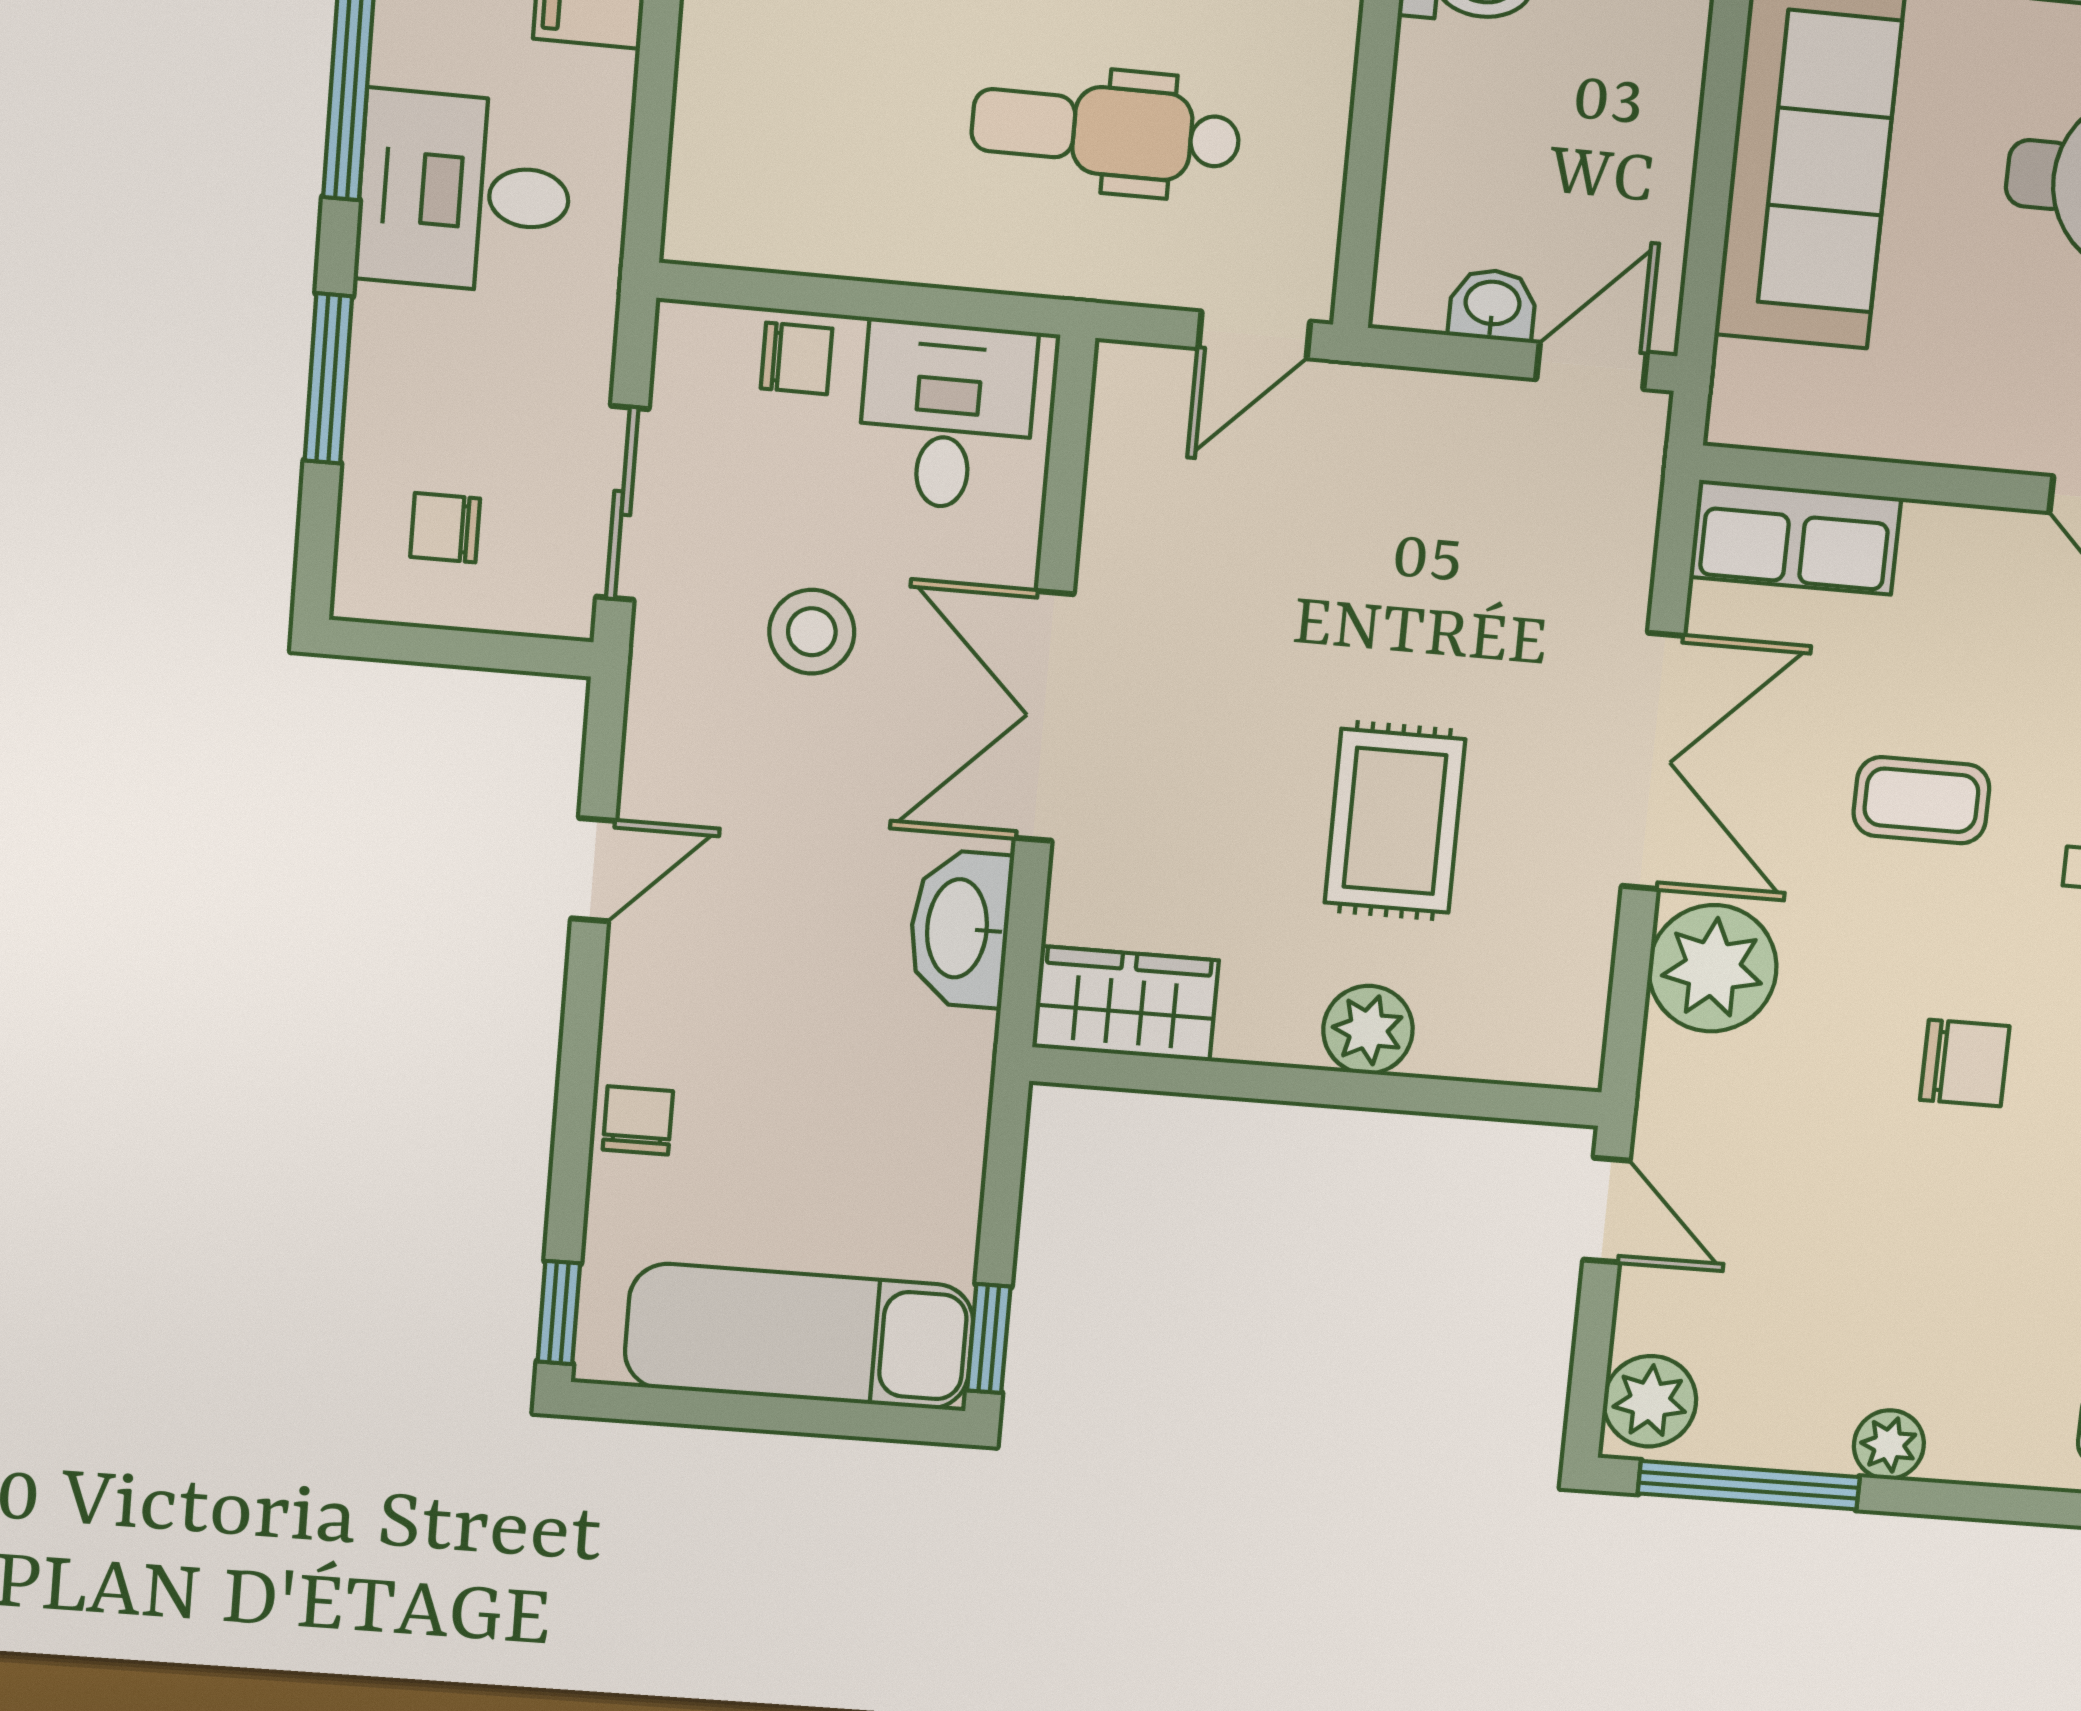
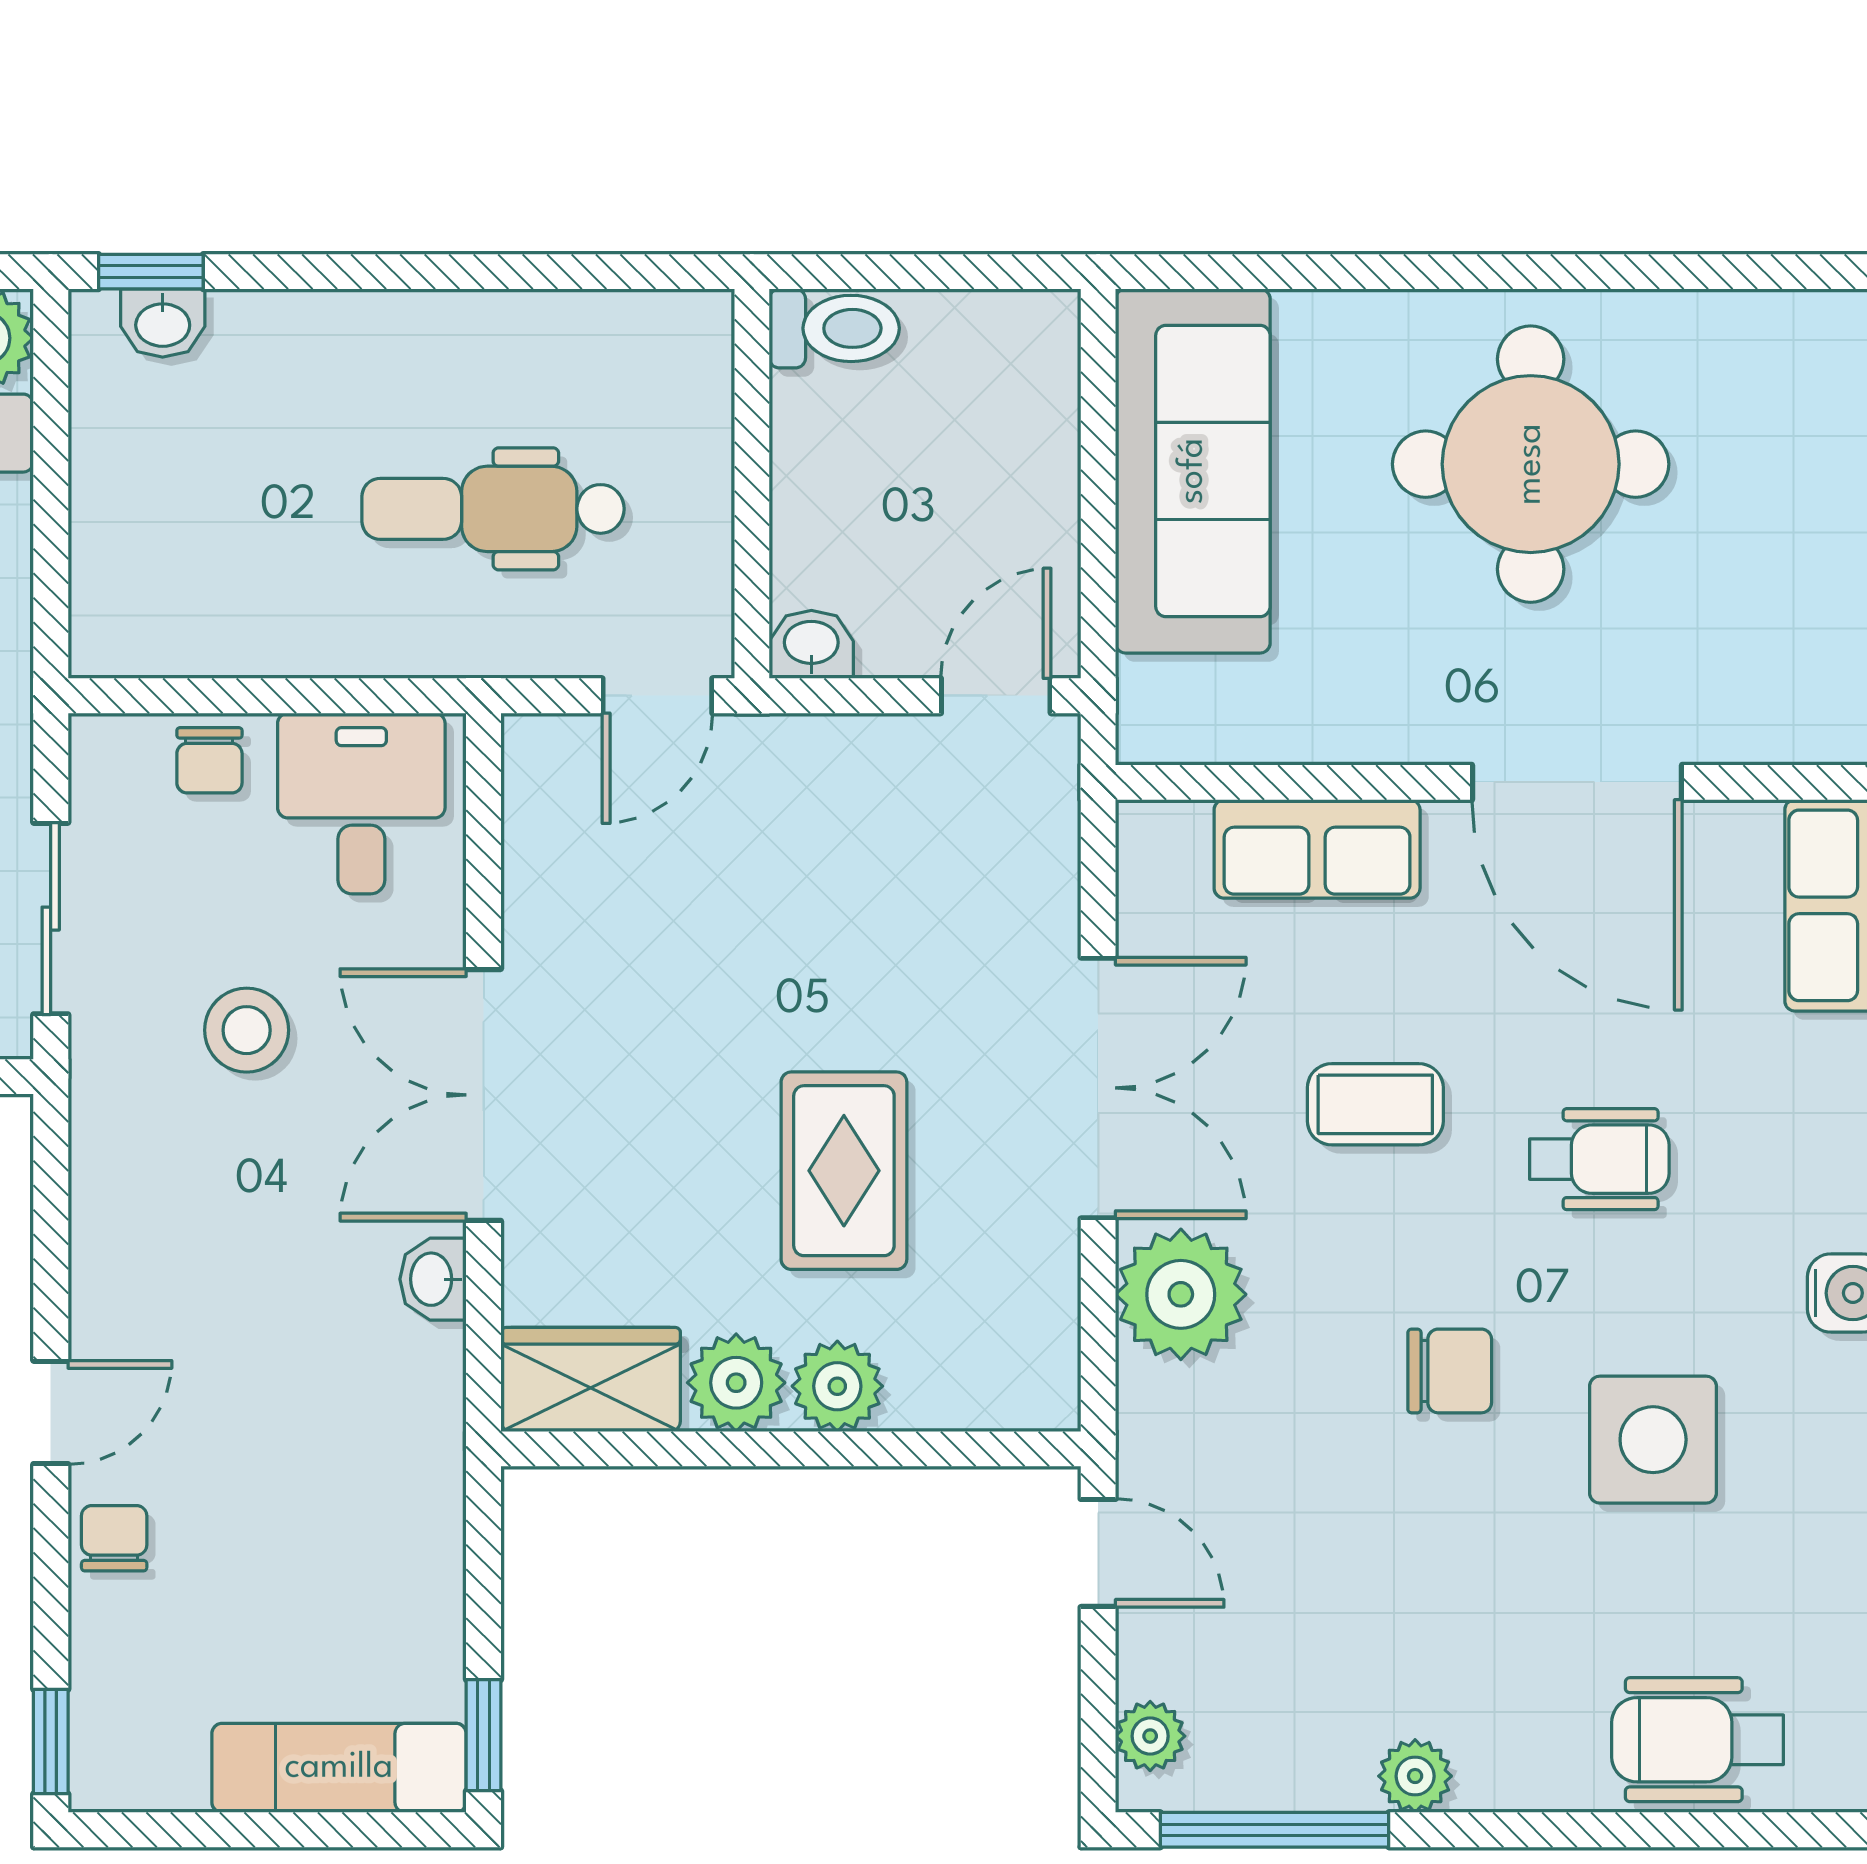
washbasin: (1492, 305) -> (811, 644), moved
chair: (797, 358) -> (209, 760), turned 90
row of seats: (1795, 537) -> (1317, 849), moved
door: (594, 870) -> (51, 1412), moved
washbasin: (960, 929) -> (433, 1279), width x0.52, depth x0.69
plant: (1269, 1018) -> (736, 1383), added
exam couch: (799, 1336) -> (339, 1768), width x0.73, depth x0.69
plant: (1650, 1401) -> (1150, 1736), width x0.73, depth x0.73

